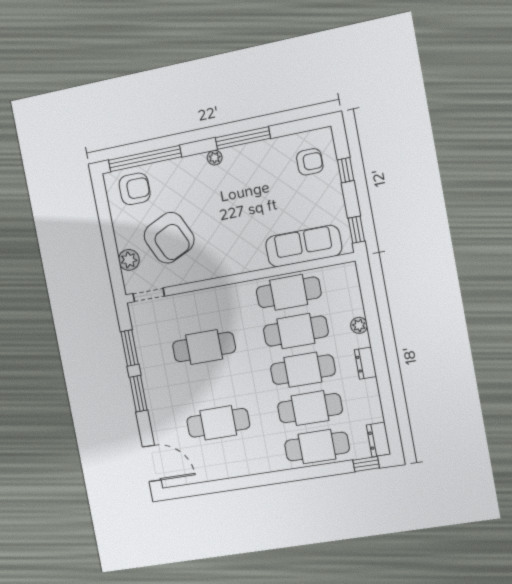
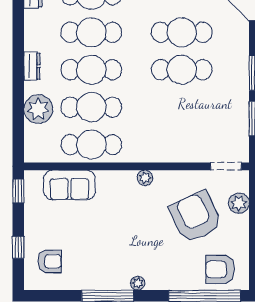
armchair: (310, 162) -> (50, 261), turned 180
sofa: (304, 246) -> (69, 185), width x0.73
plant: (227, 268) -> (145, 178), added
plant: (359, 325) -> (38, 109), width x1.88, depth x1.88
cafe table: (204, 347) -> (182, 70), moved

